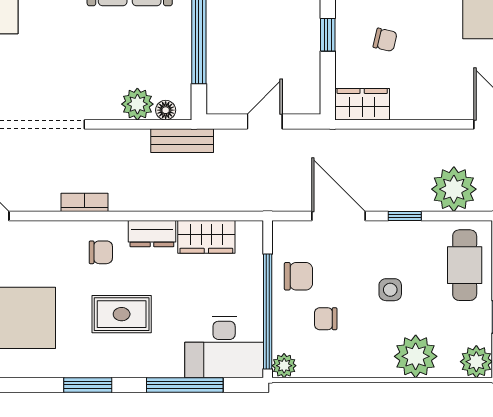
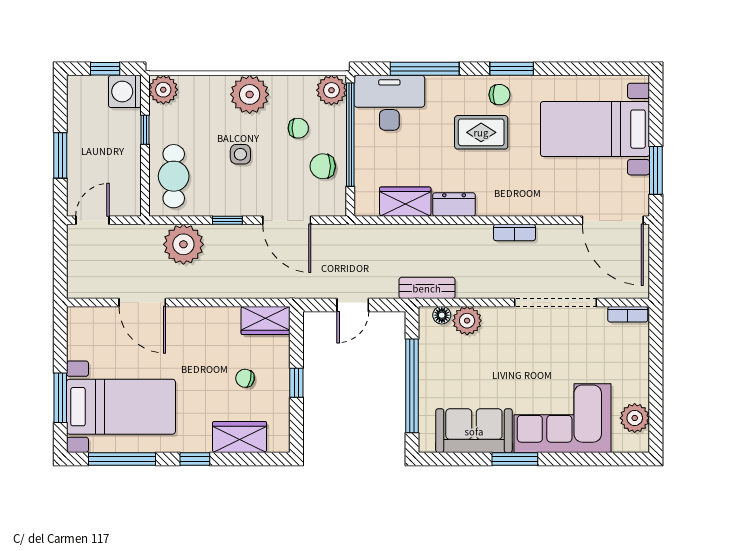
chair: (101, 252) -> (500, 95), moved, turned 180
plant: (416, 356) -> (250, 94), moved
plant: (284, 366) -> (331, 90), width x1.38, depth x1.38

